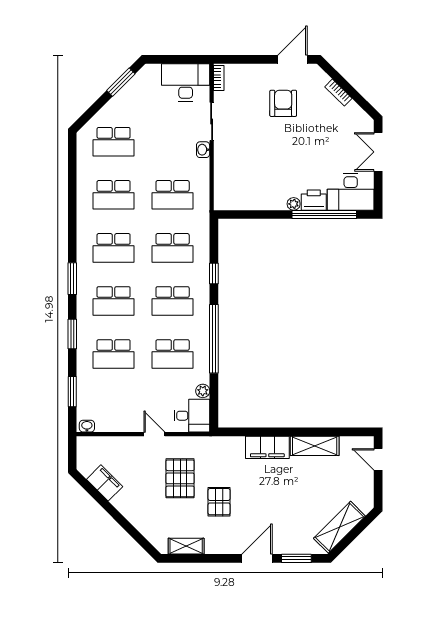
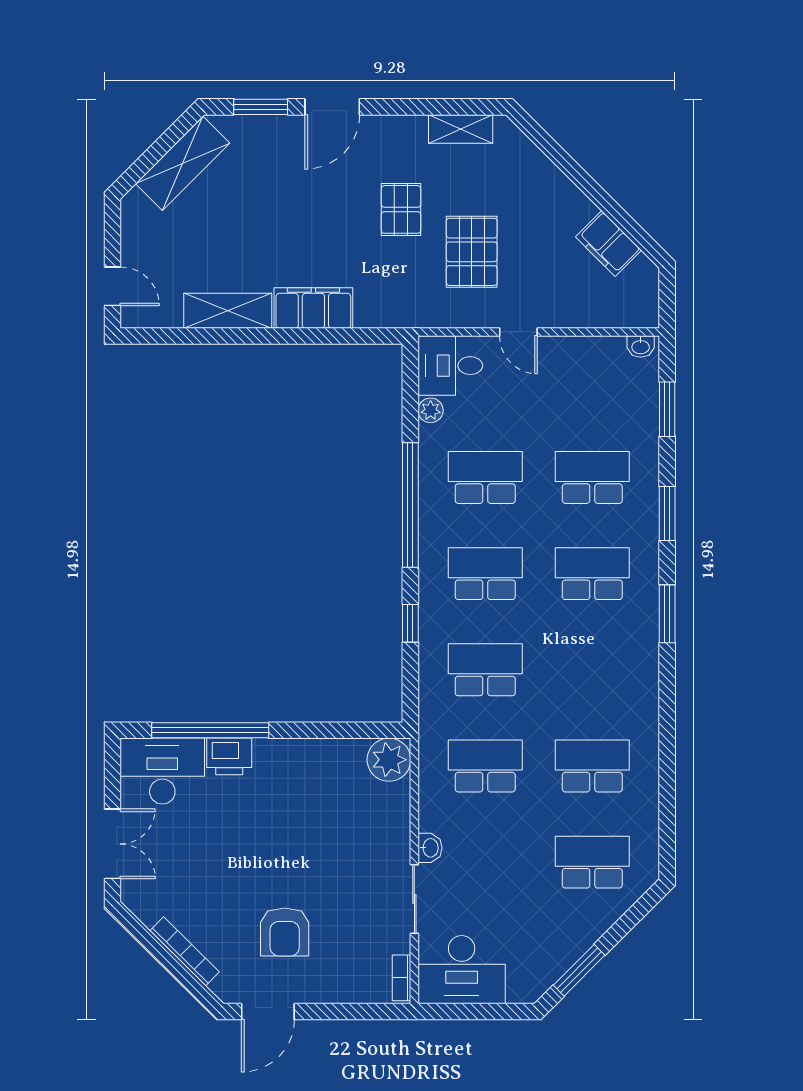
bookcase: (338, 93) -> (184, 951), width x1.56
plant: (294, 204) -> (389, 760), moved, width x1.88, depth x1.88
school desk: (114, 248) -> (592, 670), removed

